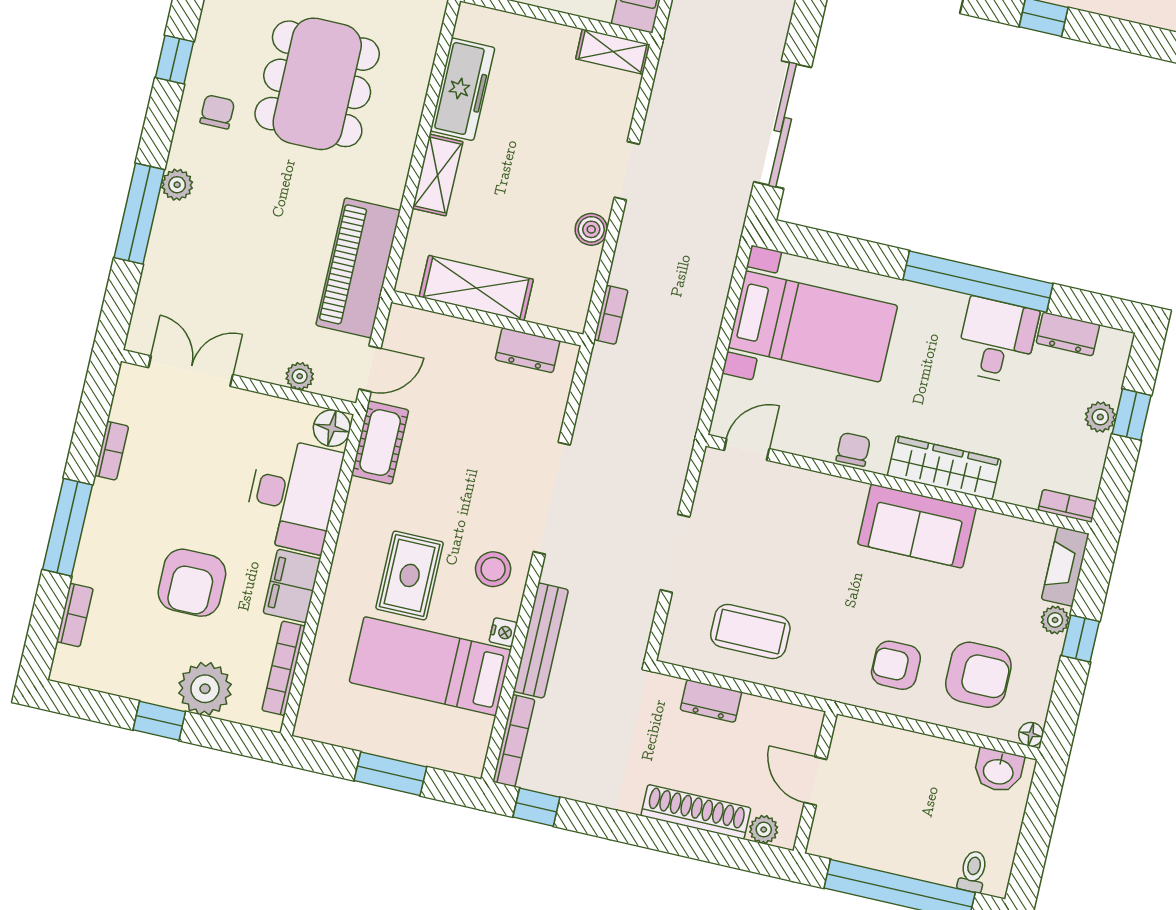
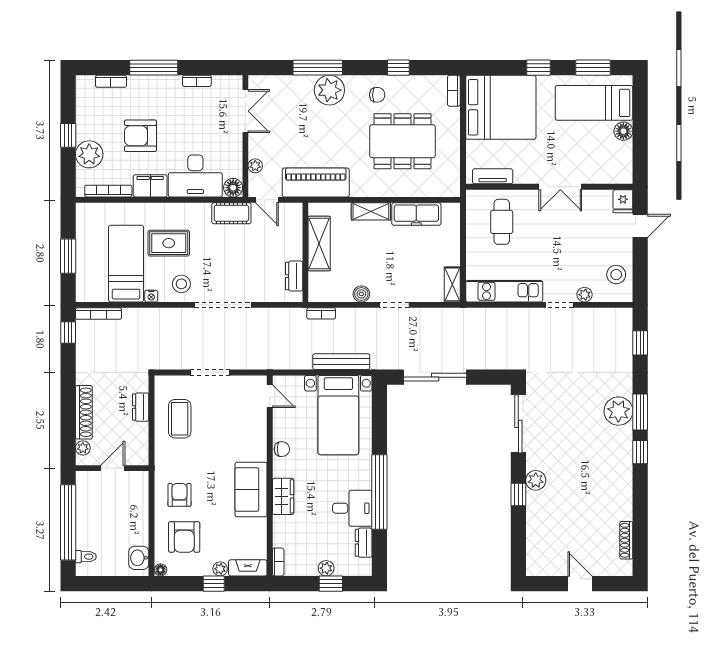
plant: (177, 185) -> (329, 90), width x1.87, depth x1.87
wardrobe: (944, 468) -> (283, 496), width x0.67
bench: (541, 640) -> (341, 362), moved

